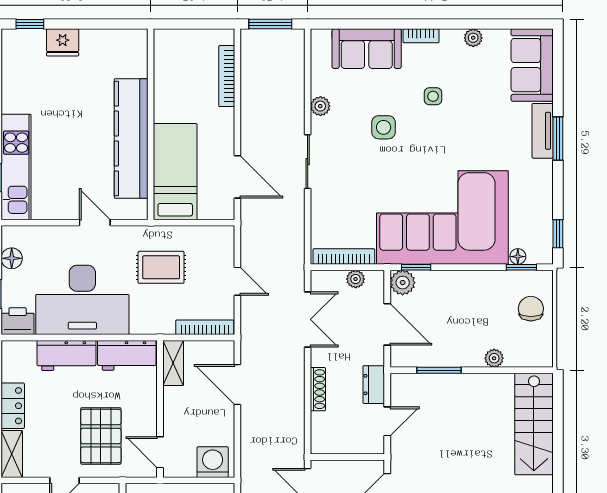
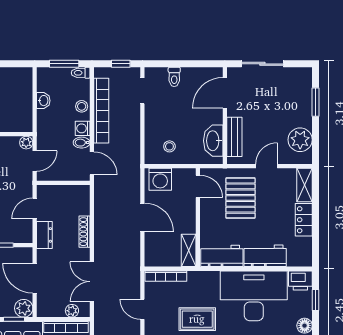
plant: (356, 279) -> (72, 311), moved
door: (237, 384) -> (142, 217), moved

